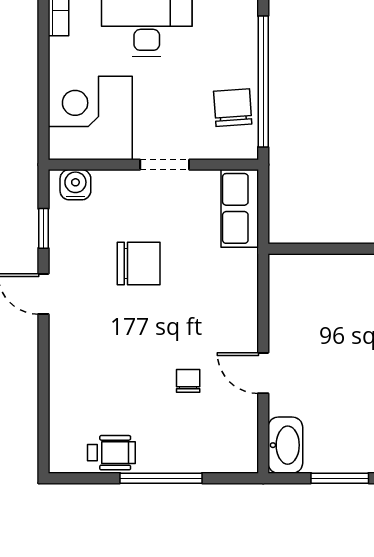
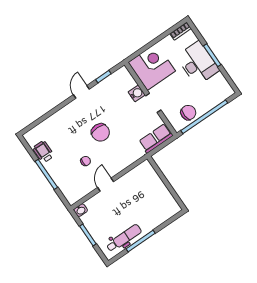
water cooler: (75, 185) -> (137, 93), moved
chair: (139, 263) -> (100, 132), moved
washbasin: (285, 445) -> (81, 210), width x0.52, depth x0.69
wheelchair: (111, 453) -> (43, 152), turned 180

